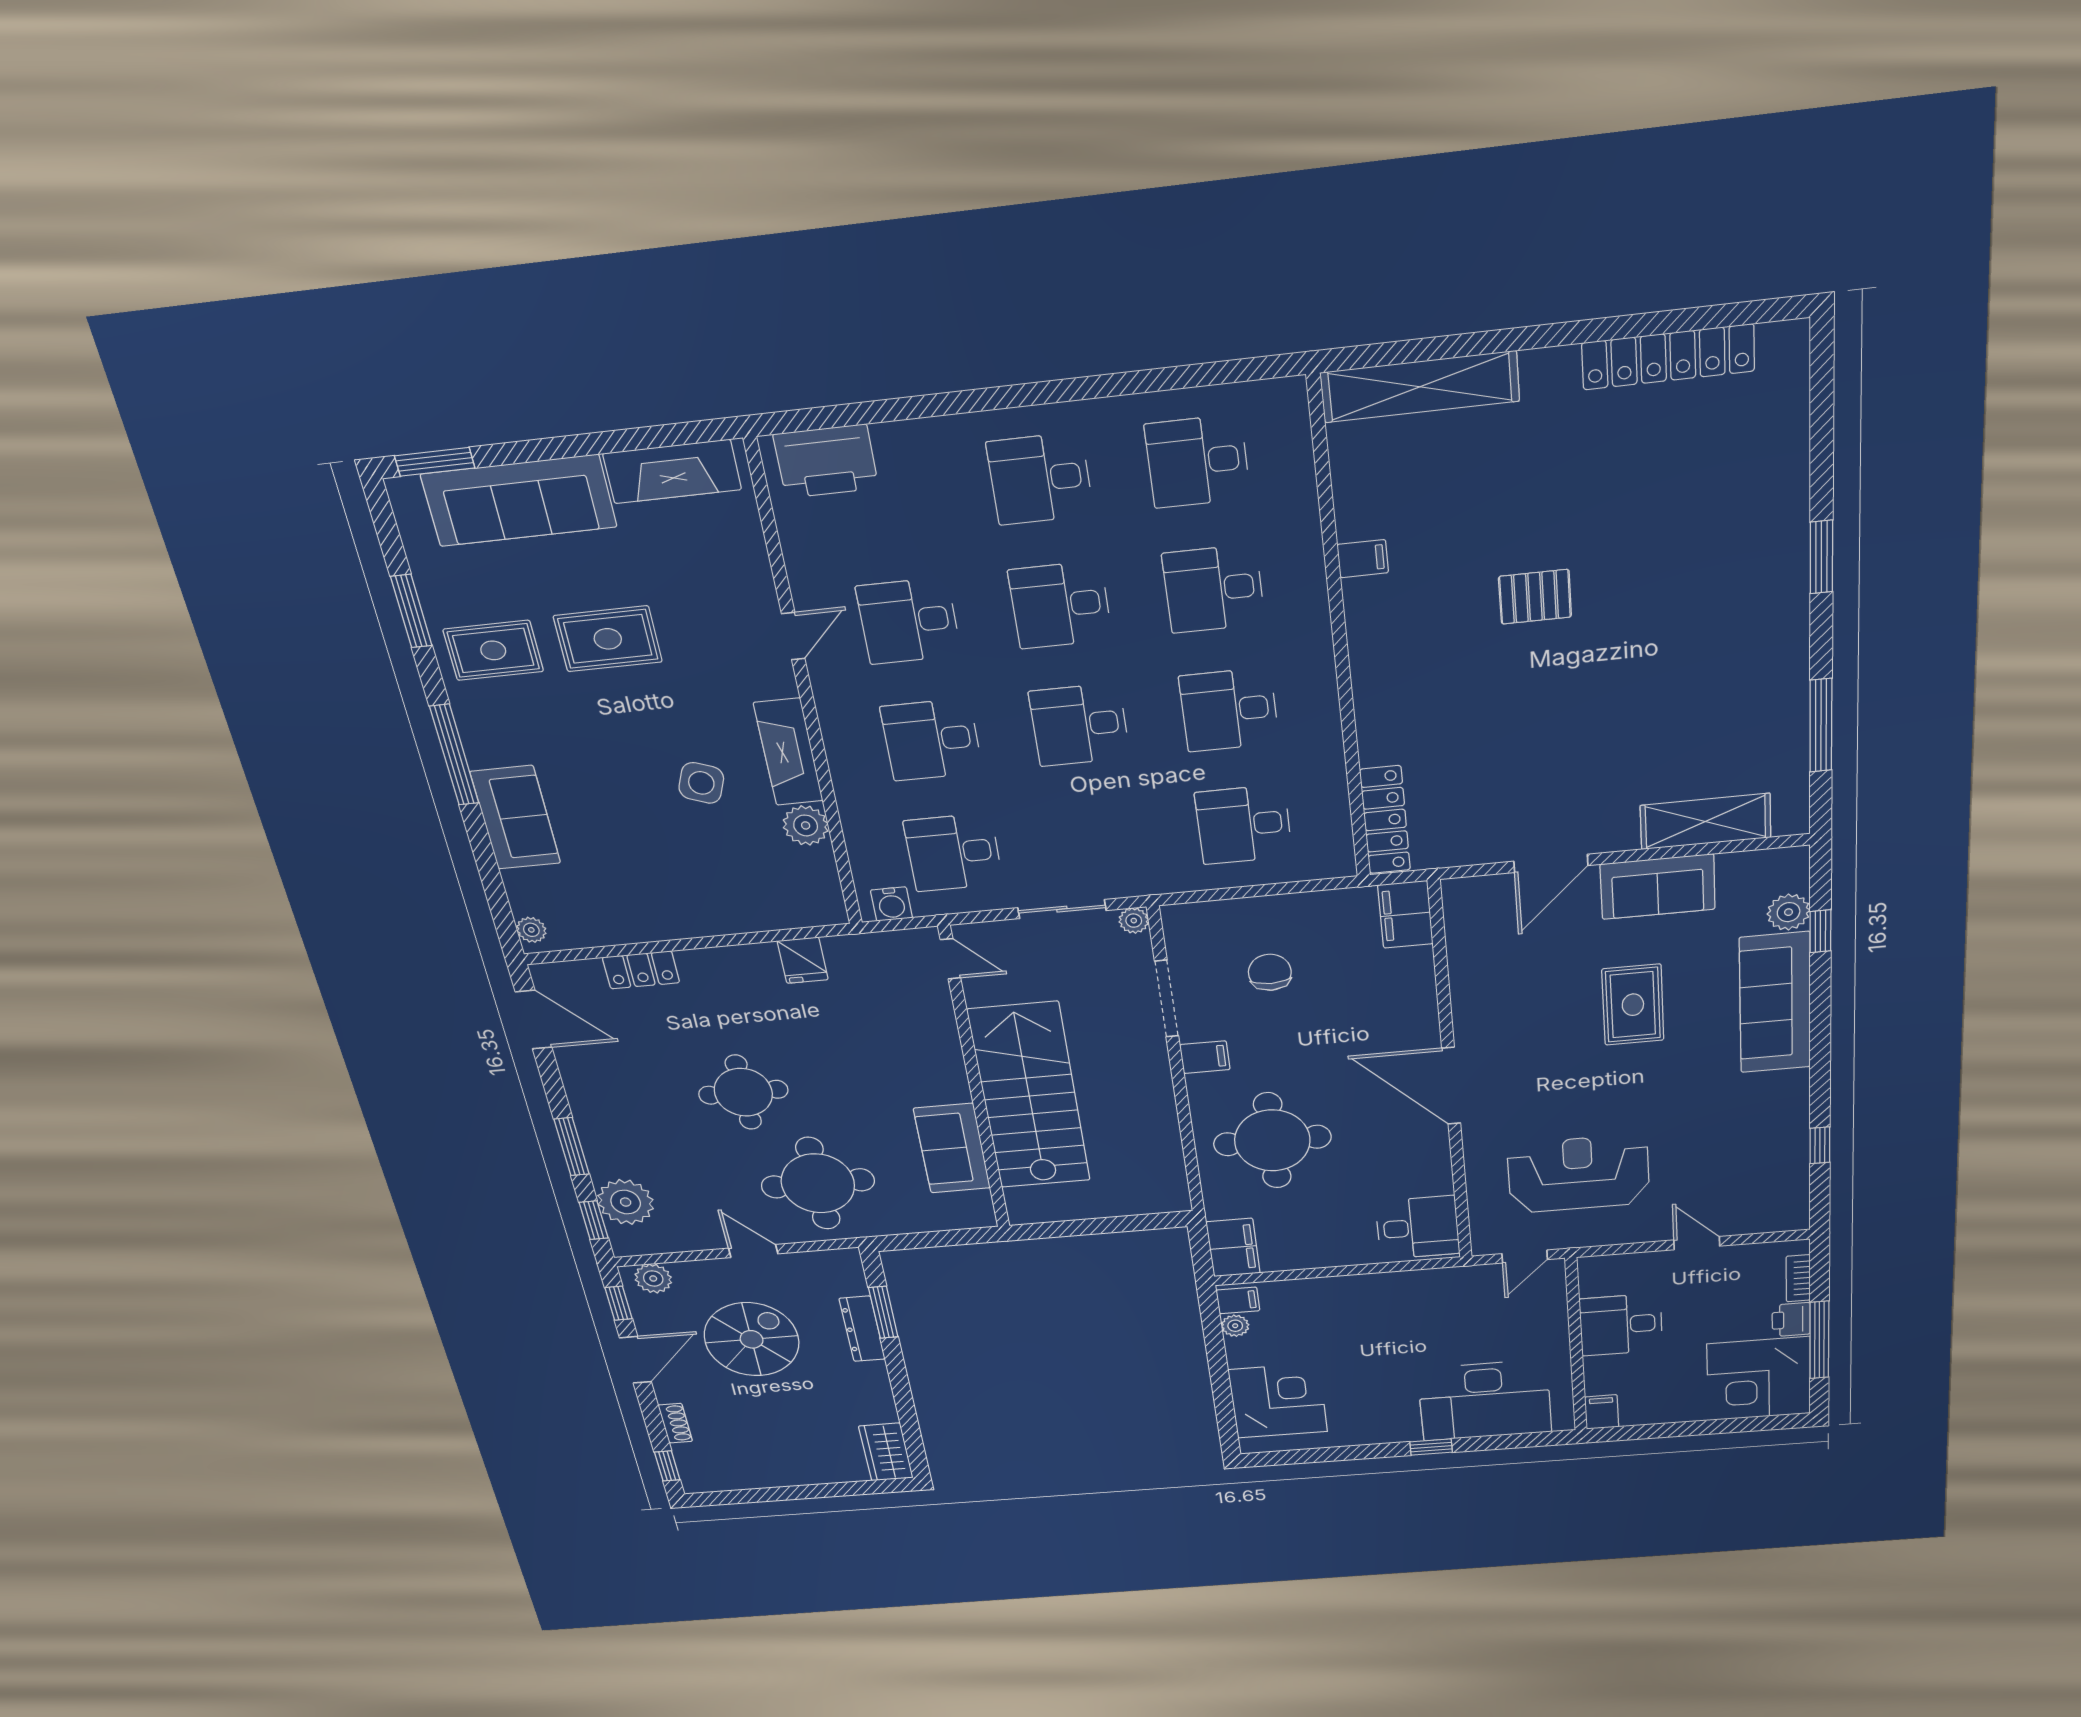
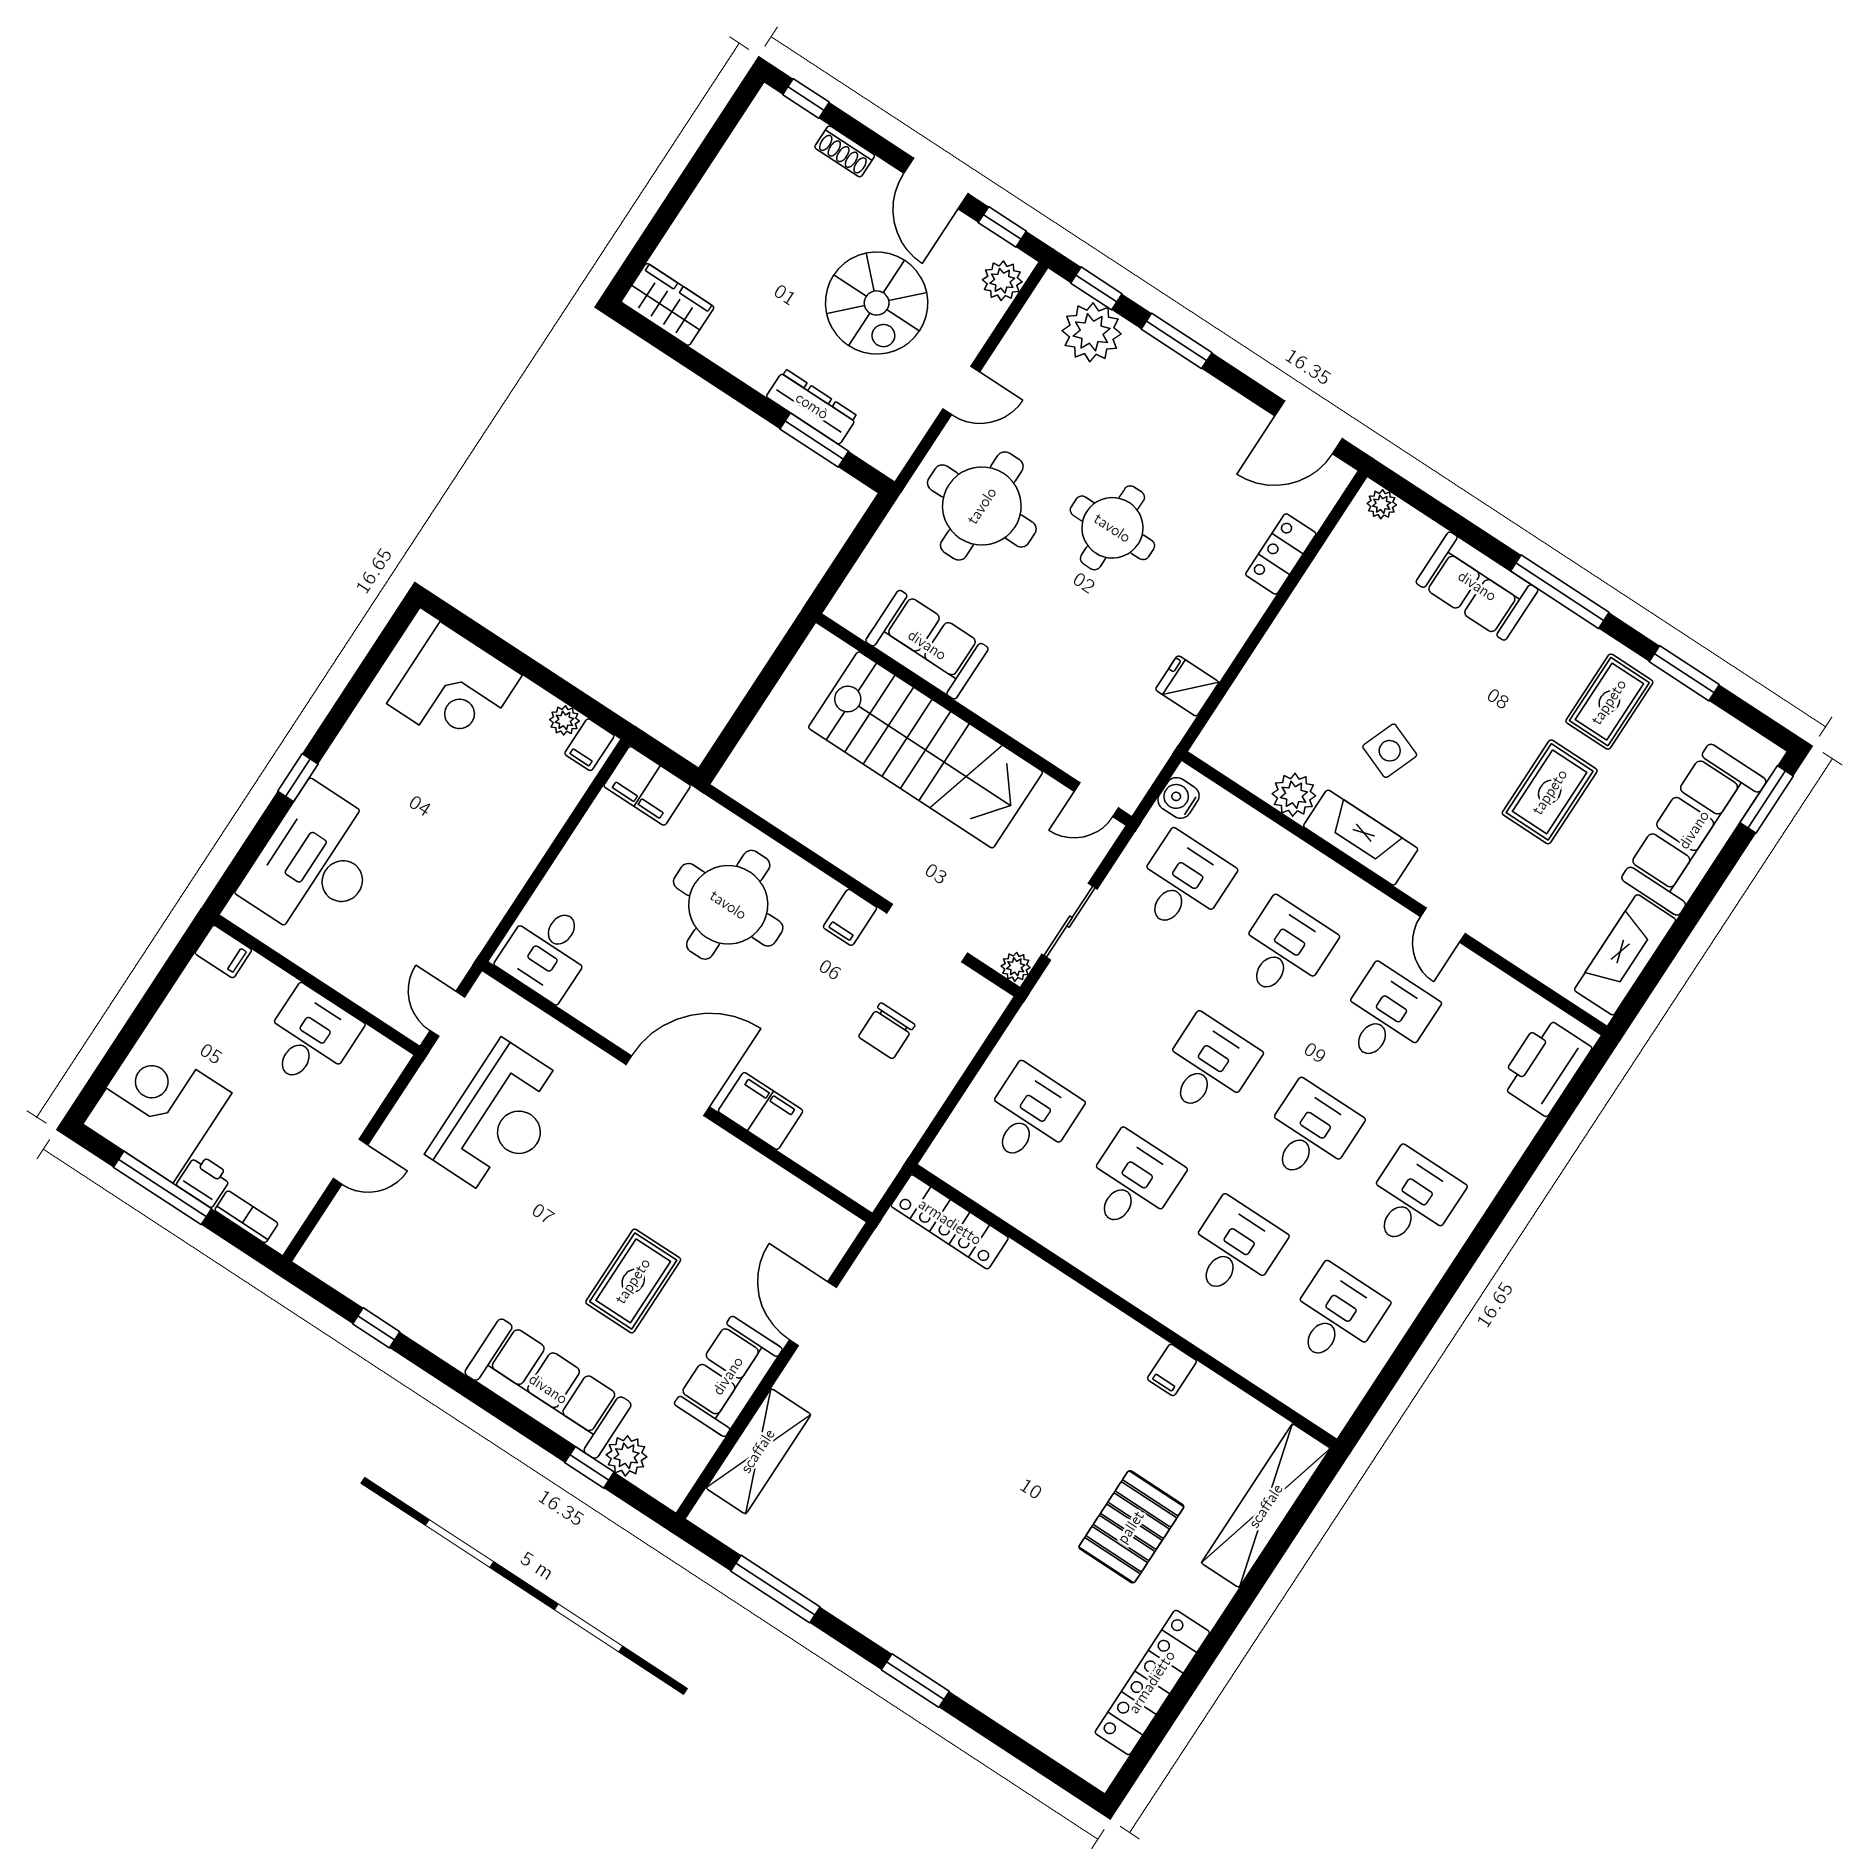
pallet: (1535, 597) -> (1131, 1527), moved, width x1.50, depth x1.42
filing cabinet: (1405, 914) -> (761, 1111), moved
chair: (1270, 972) -> (887, 1031), turned 90
rug: (1633, 1005) -> (633, 1281), turned 90

